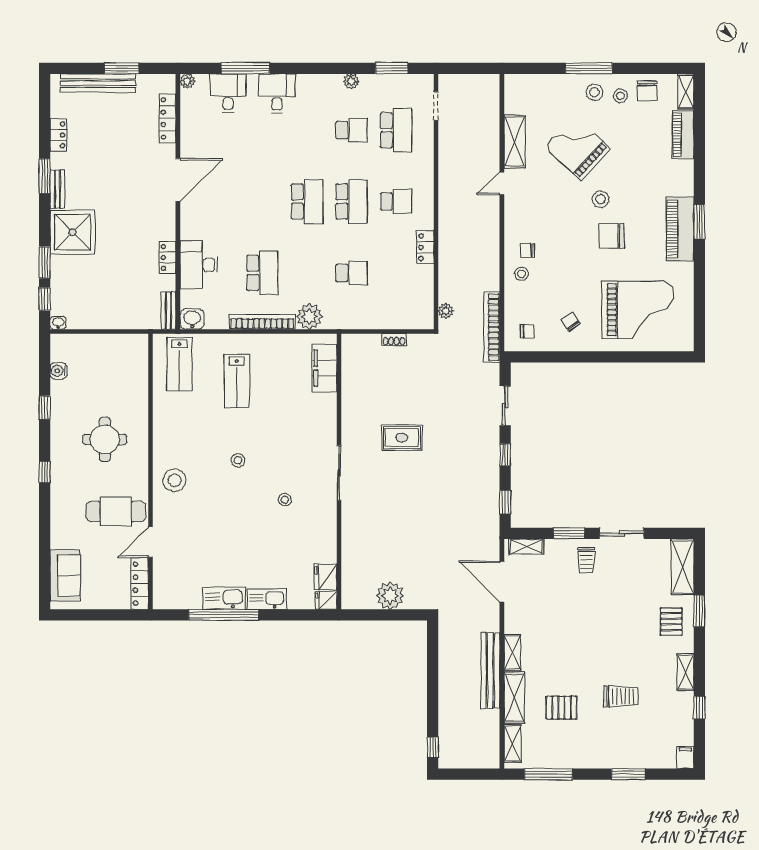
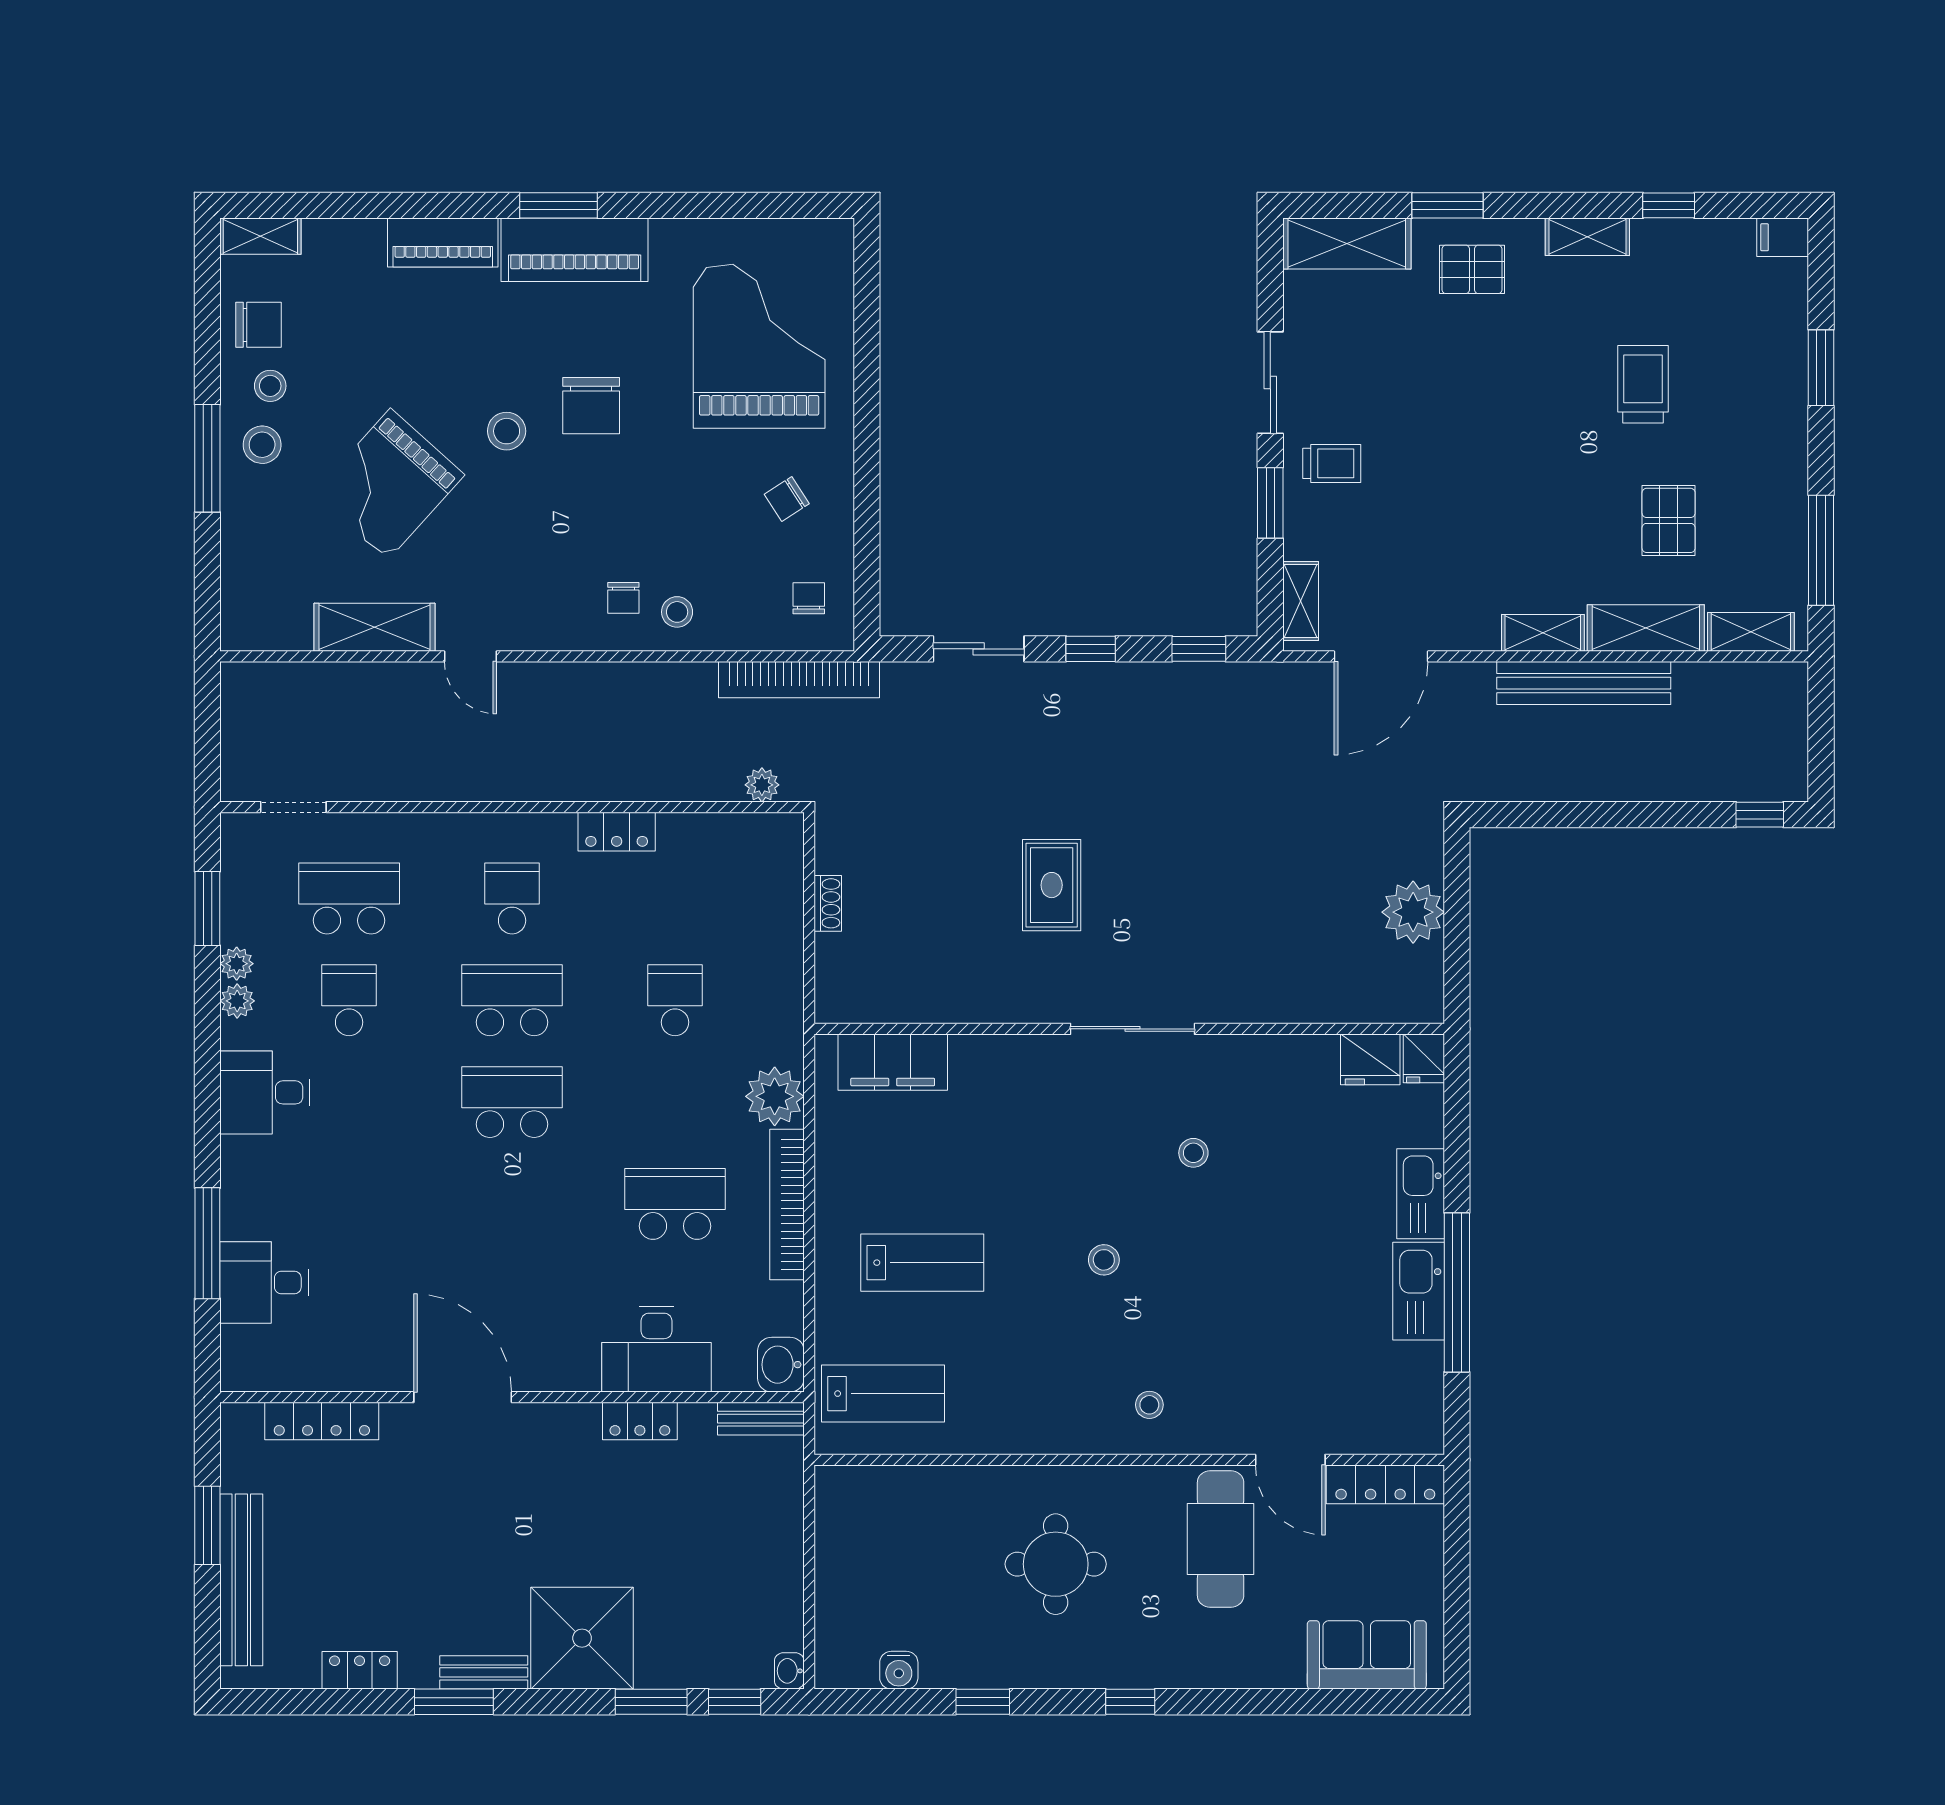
plant: (187, 81) -> (237, 964), moved
desk: (277, 93) -> (265, 1092), moved
piano: (683, 135) -> (443, 243), moved
stool: (175, 480) -> (1149, 1405), width x0.53, depth x0.53

